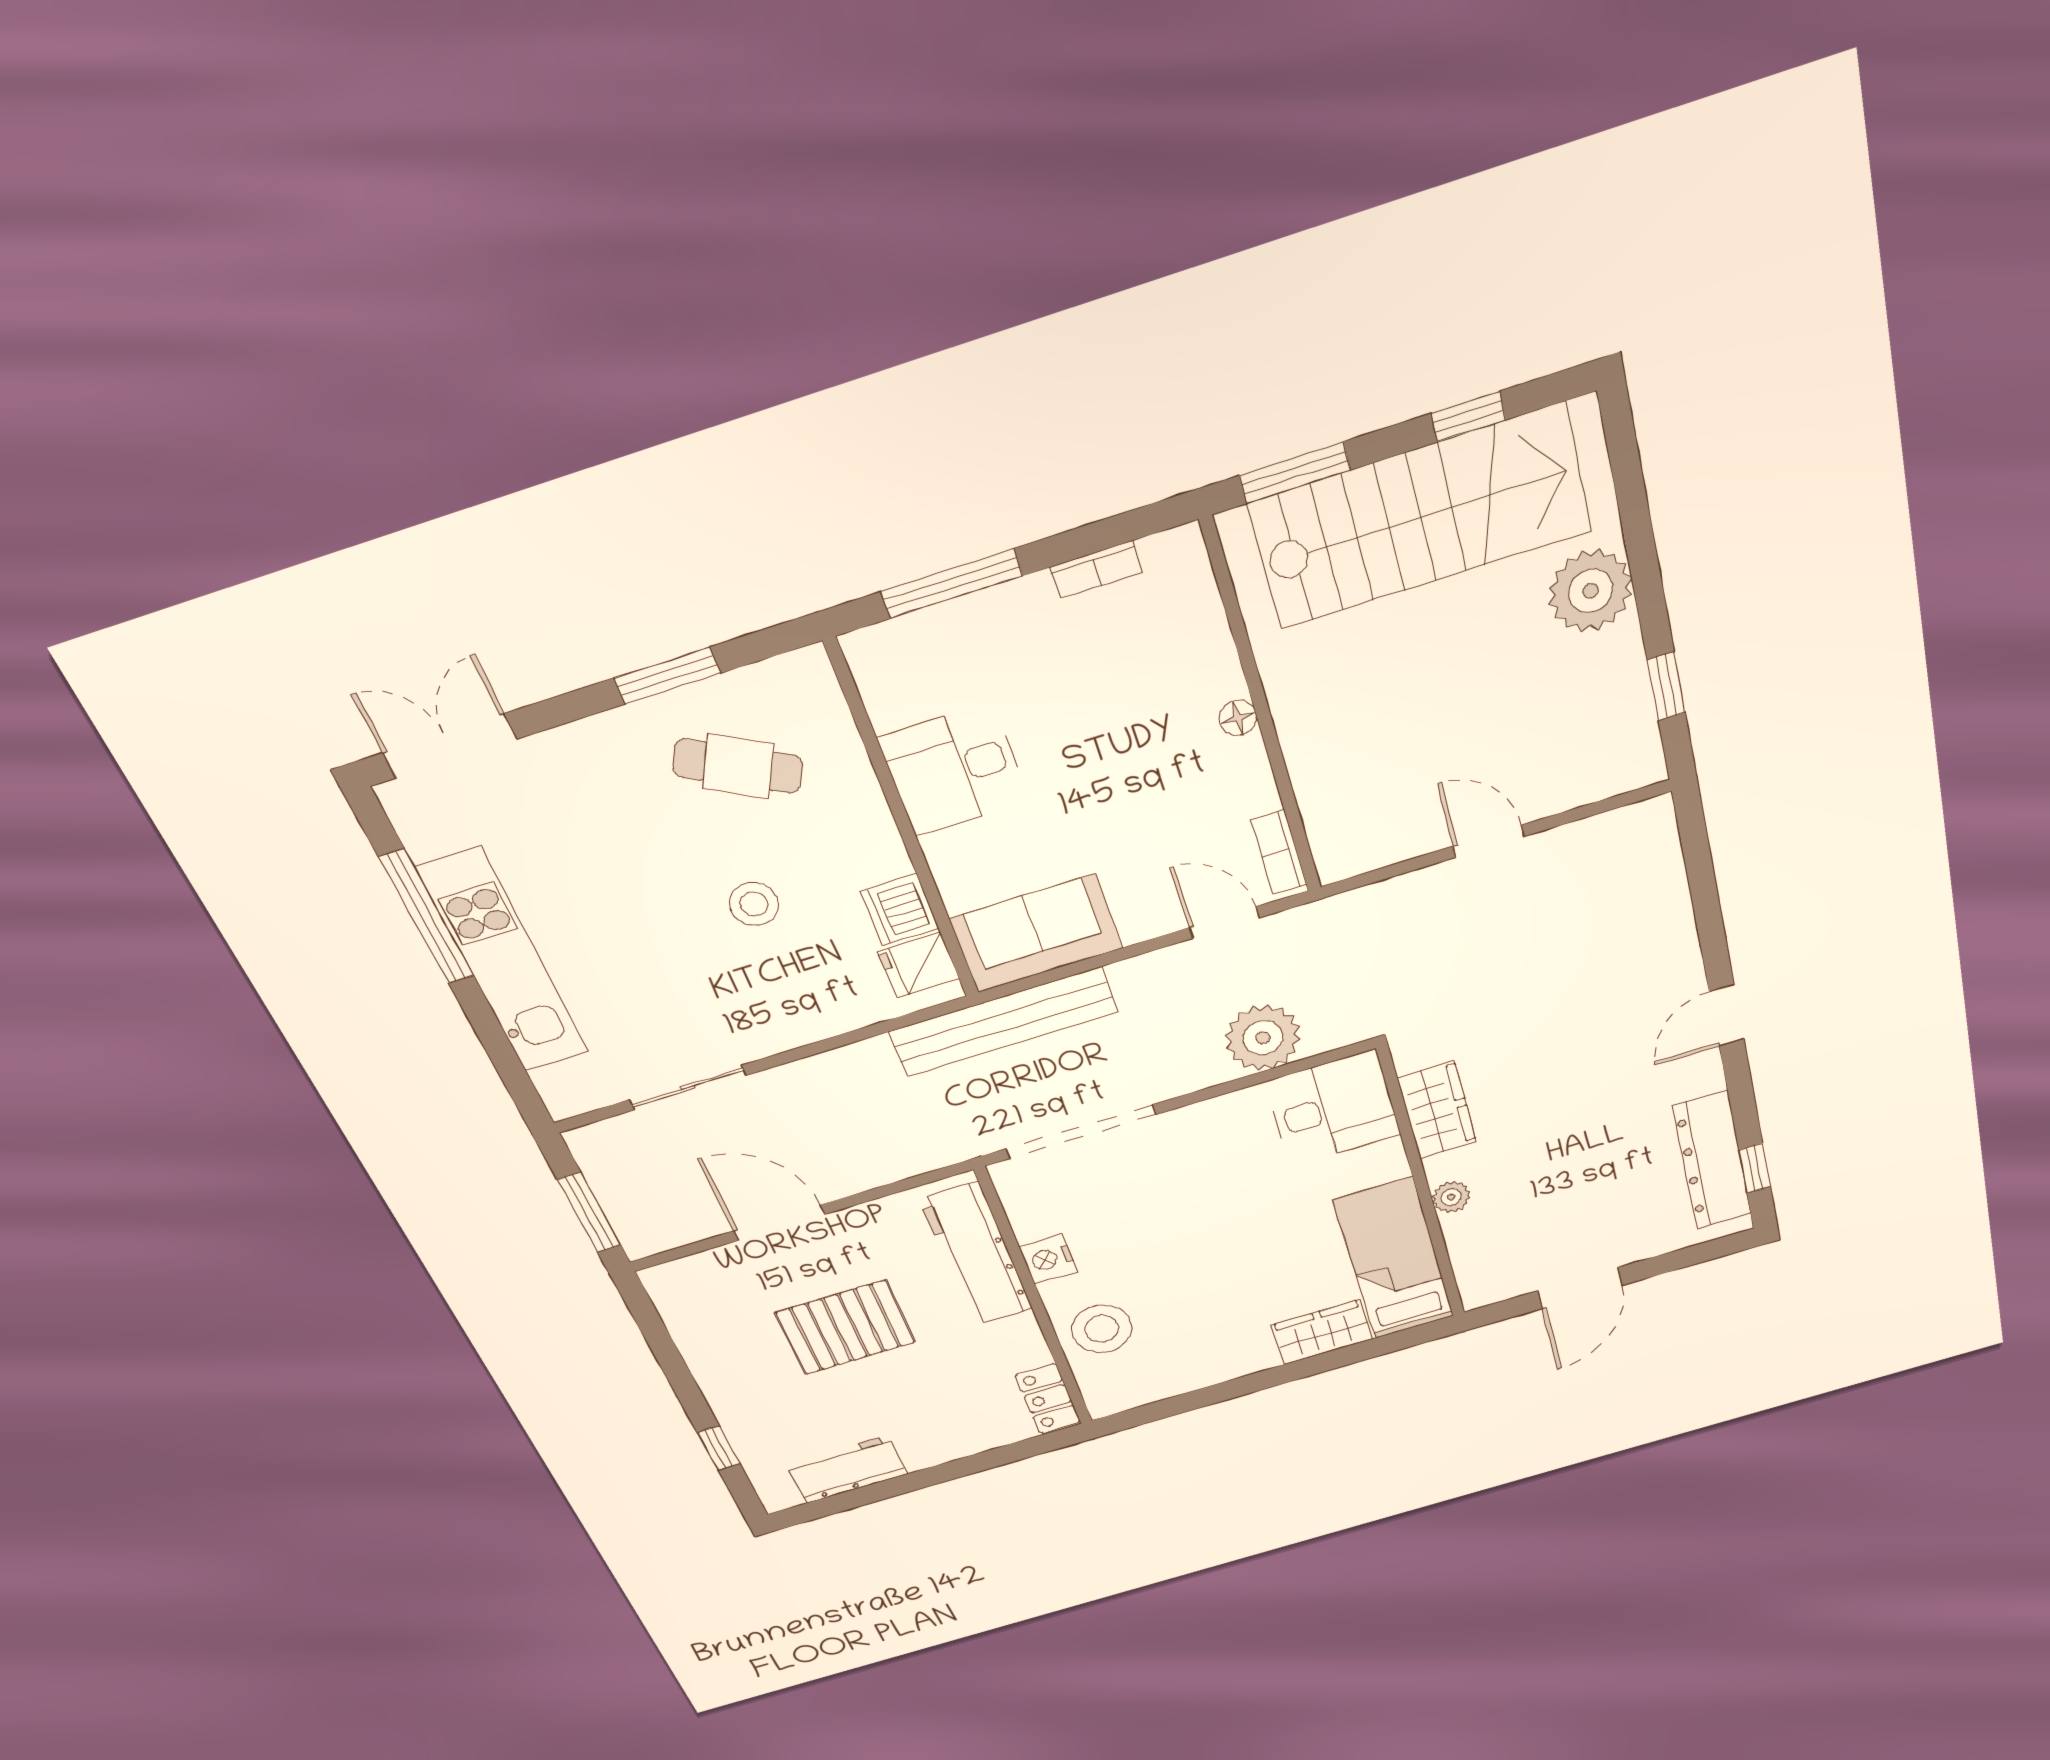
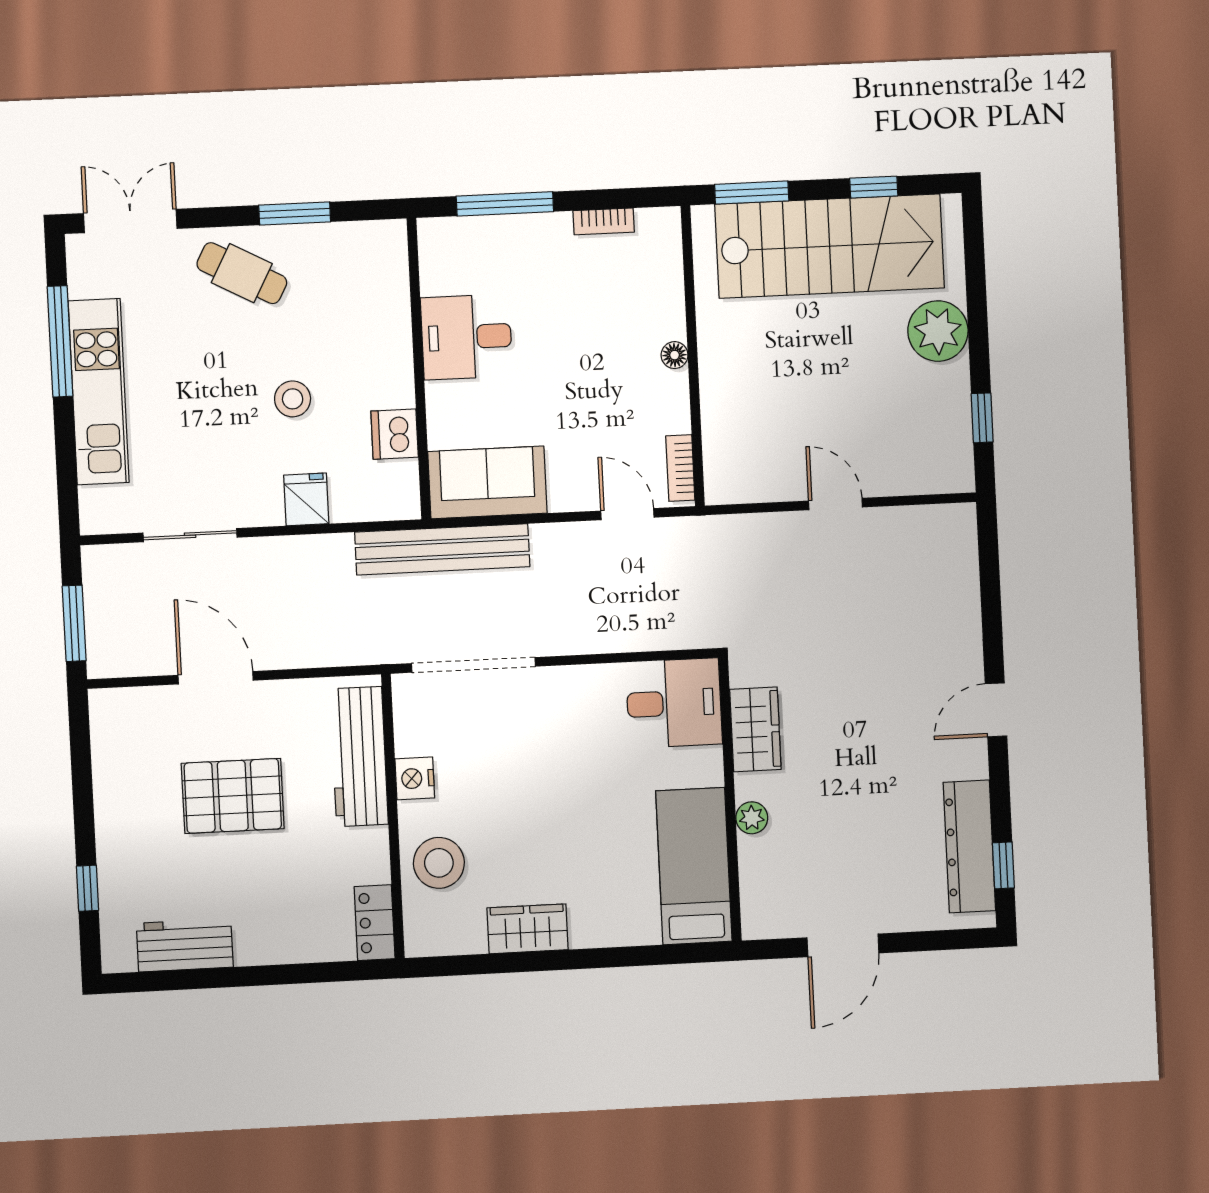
cafe table: (738, 766) -> (242, 273), moved
fridge: (918, 965) -> (306, 499), moved, turned 90
plant: (1263, 1038) -> (634, 622), removed
wardrobe: (1322, 1332) -> (528, 929), moved

